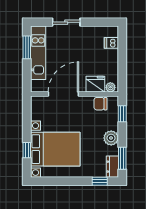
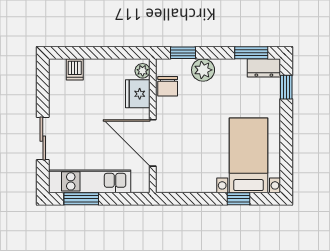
plant: (111, 138) -> (203, 70), moved
bed with nightstands: (55, 149) -> (249, 155), width x0.73

